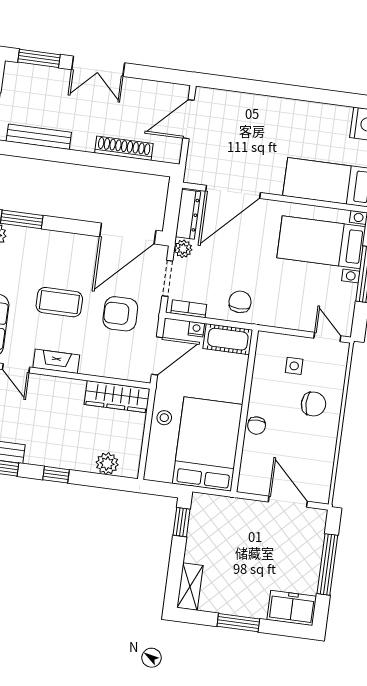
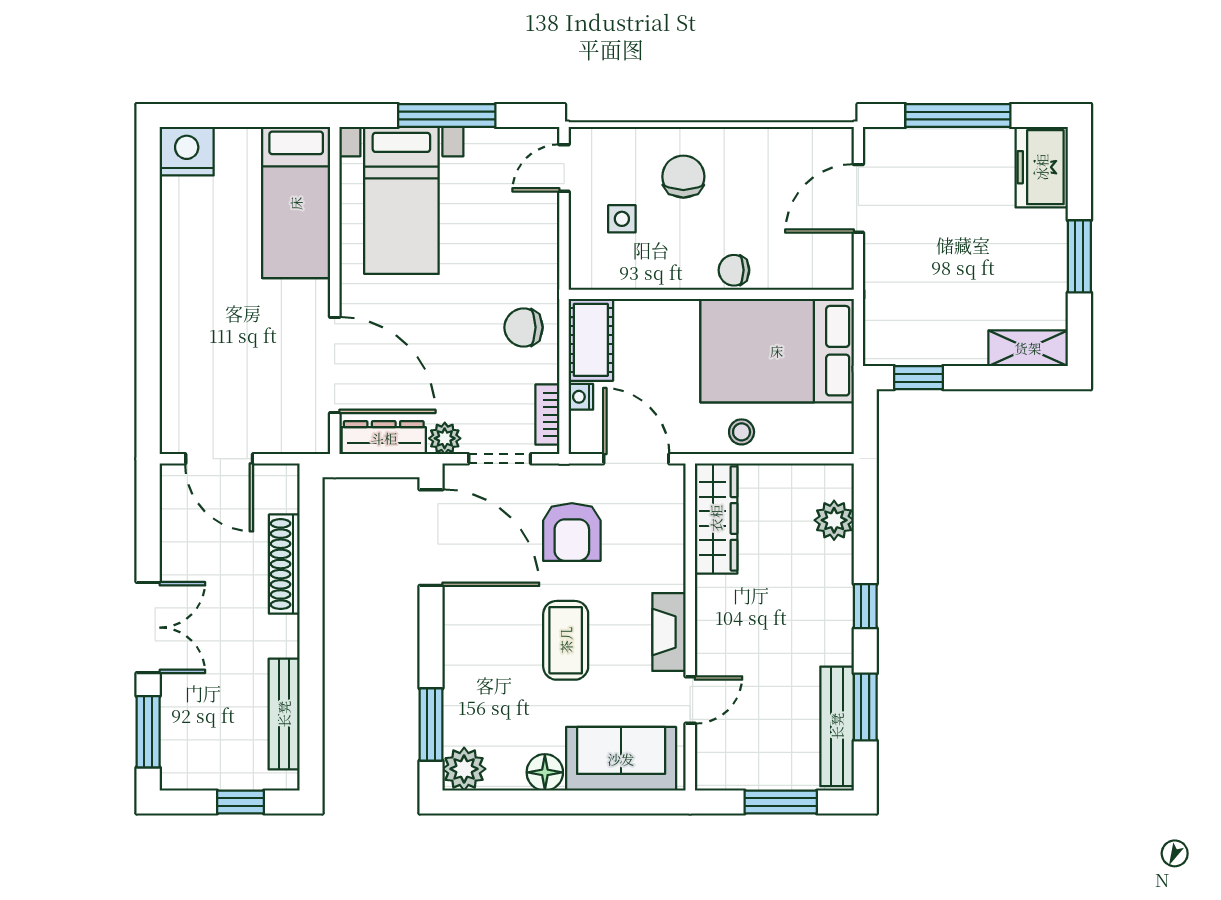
chair: (257, 426) -> (734, 270), turned 180

